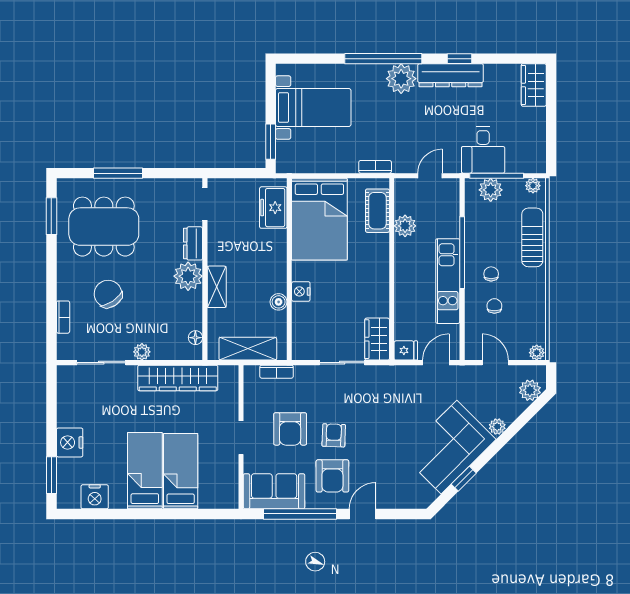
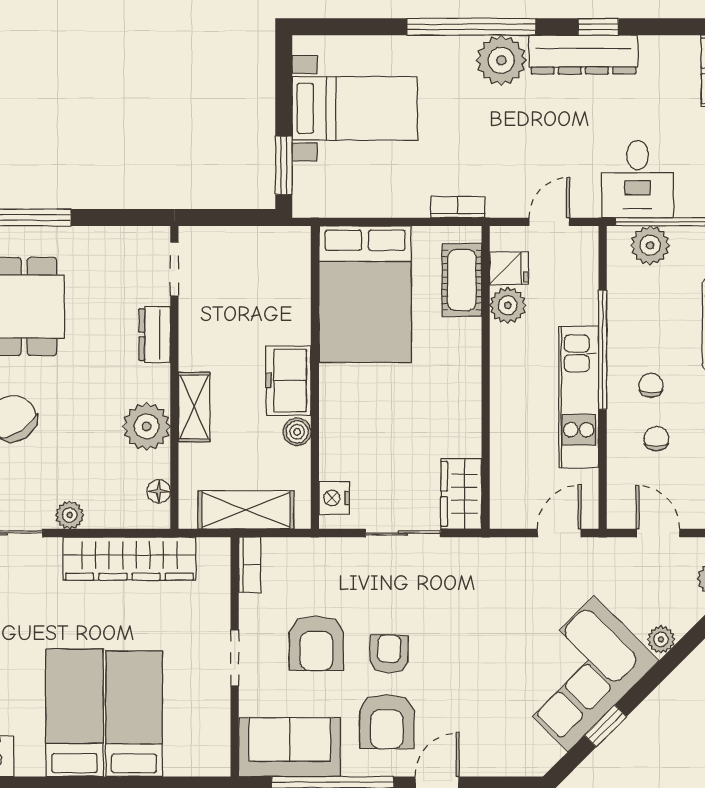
freezer: (273, 208) -> (288, 381), moved
plant: (188, 276) -> (147, 426), moved
nightstand: (301, 291) -> (334, 498), moved
fridge: (406, 350) -> (509, 268), moved
bookcase: (277, 372) -> (250, 565), moved, turned -90

